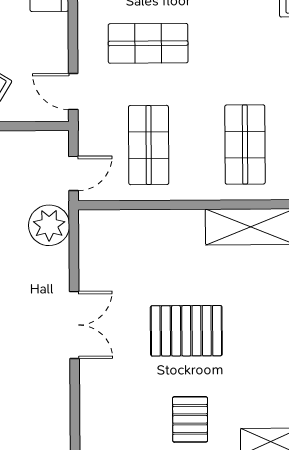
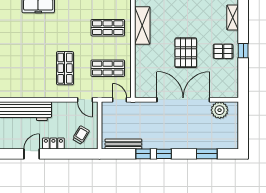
door: (73, 92) -> (85, 100), hinge flipped
plant: (49, 225) -> (220, 110), moved
double door: (74, 325) -> (183, 100), width x1.87

